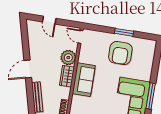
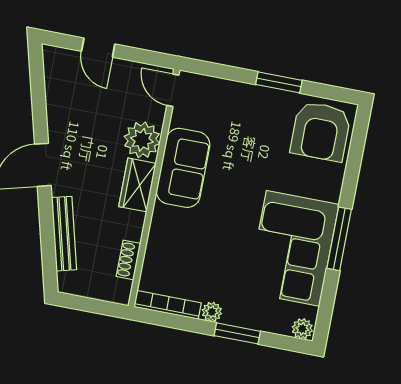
armchair: (120, 53) -> (321, 131), moved
sofa: (84, 80) -> (183, 168), moved

